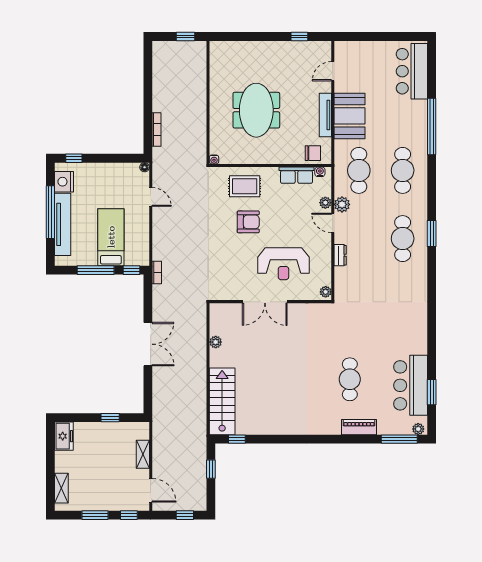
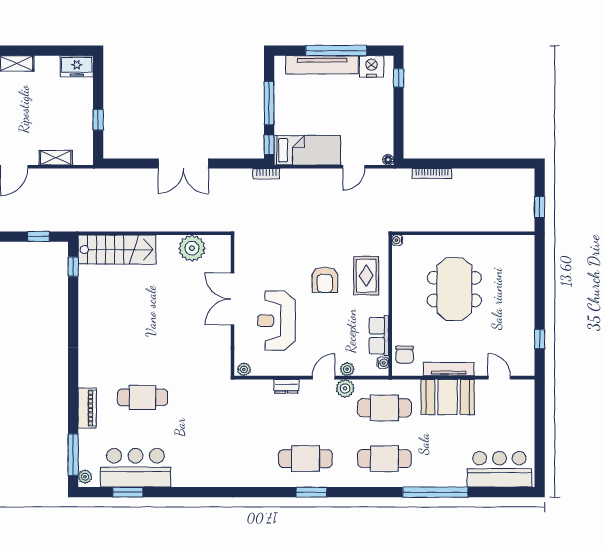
meeting table: (256, 110) -> (454, 289), turned 90
bed: (111, 237) -> (307, 150), moved
plant: (216, 342) -> (192, 248), width x1.87, depth x1.87

